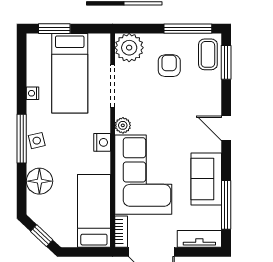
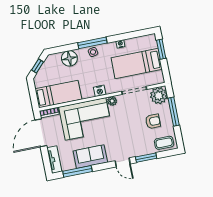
window: (188, 29) -> (174, 112), moved
window: (226, 62) -> (146, 158), moved
door: (226, 128) -> (123, 162), swing flipped

